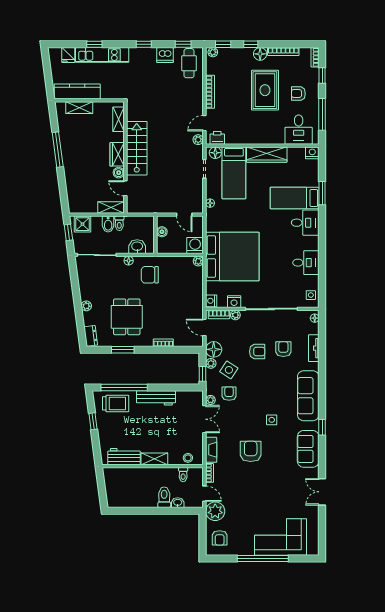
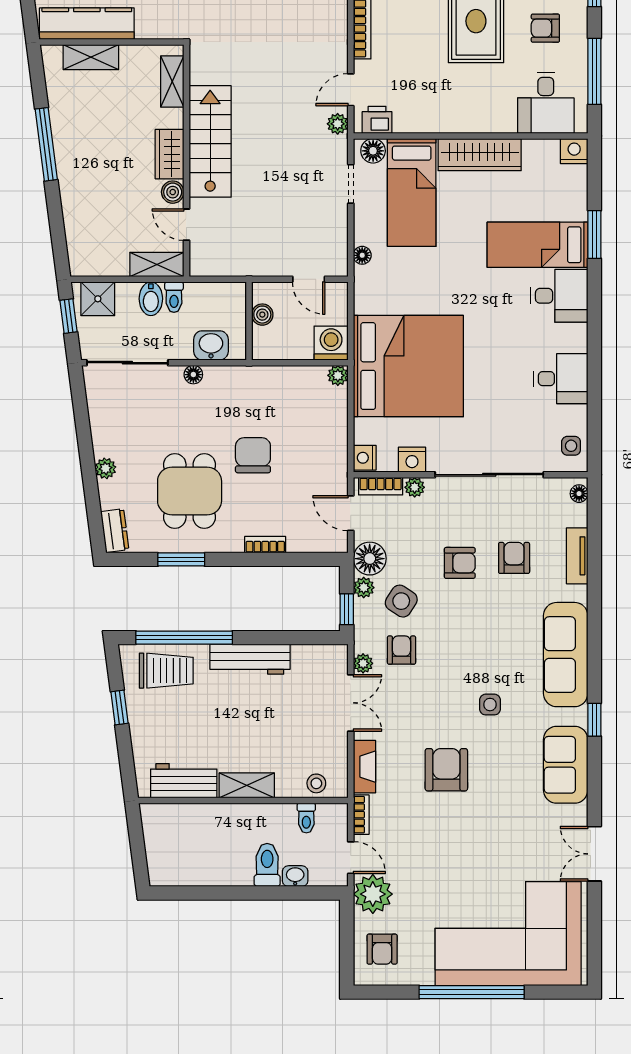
chair: (150, 275) -> (253, 455), moved, turned 90
corner sofa: (280, 537) -> (508, 934), width x1.36, depth x1.36

